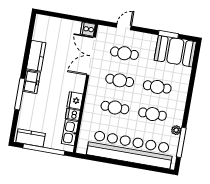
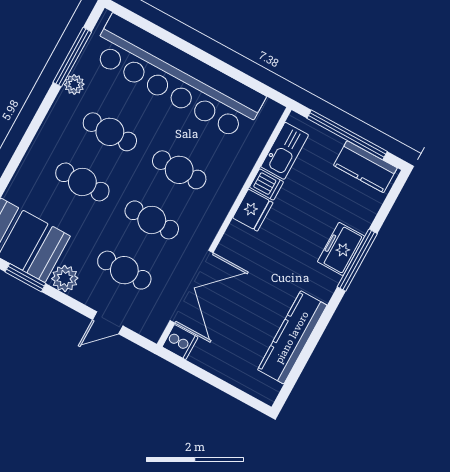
plant: (150, 40) -> (65, 278), added
kitchen counter: (36, 56) -> (292, 337), width x1.50
freezer: (31, 82) -> (341, 249), moved

